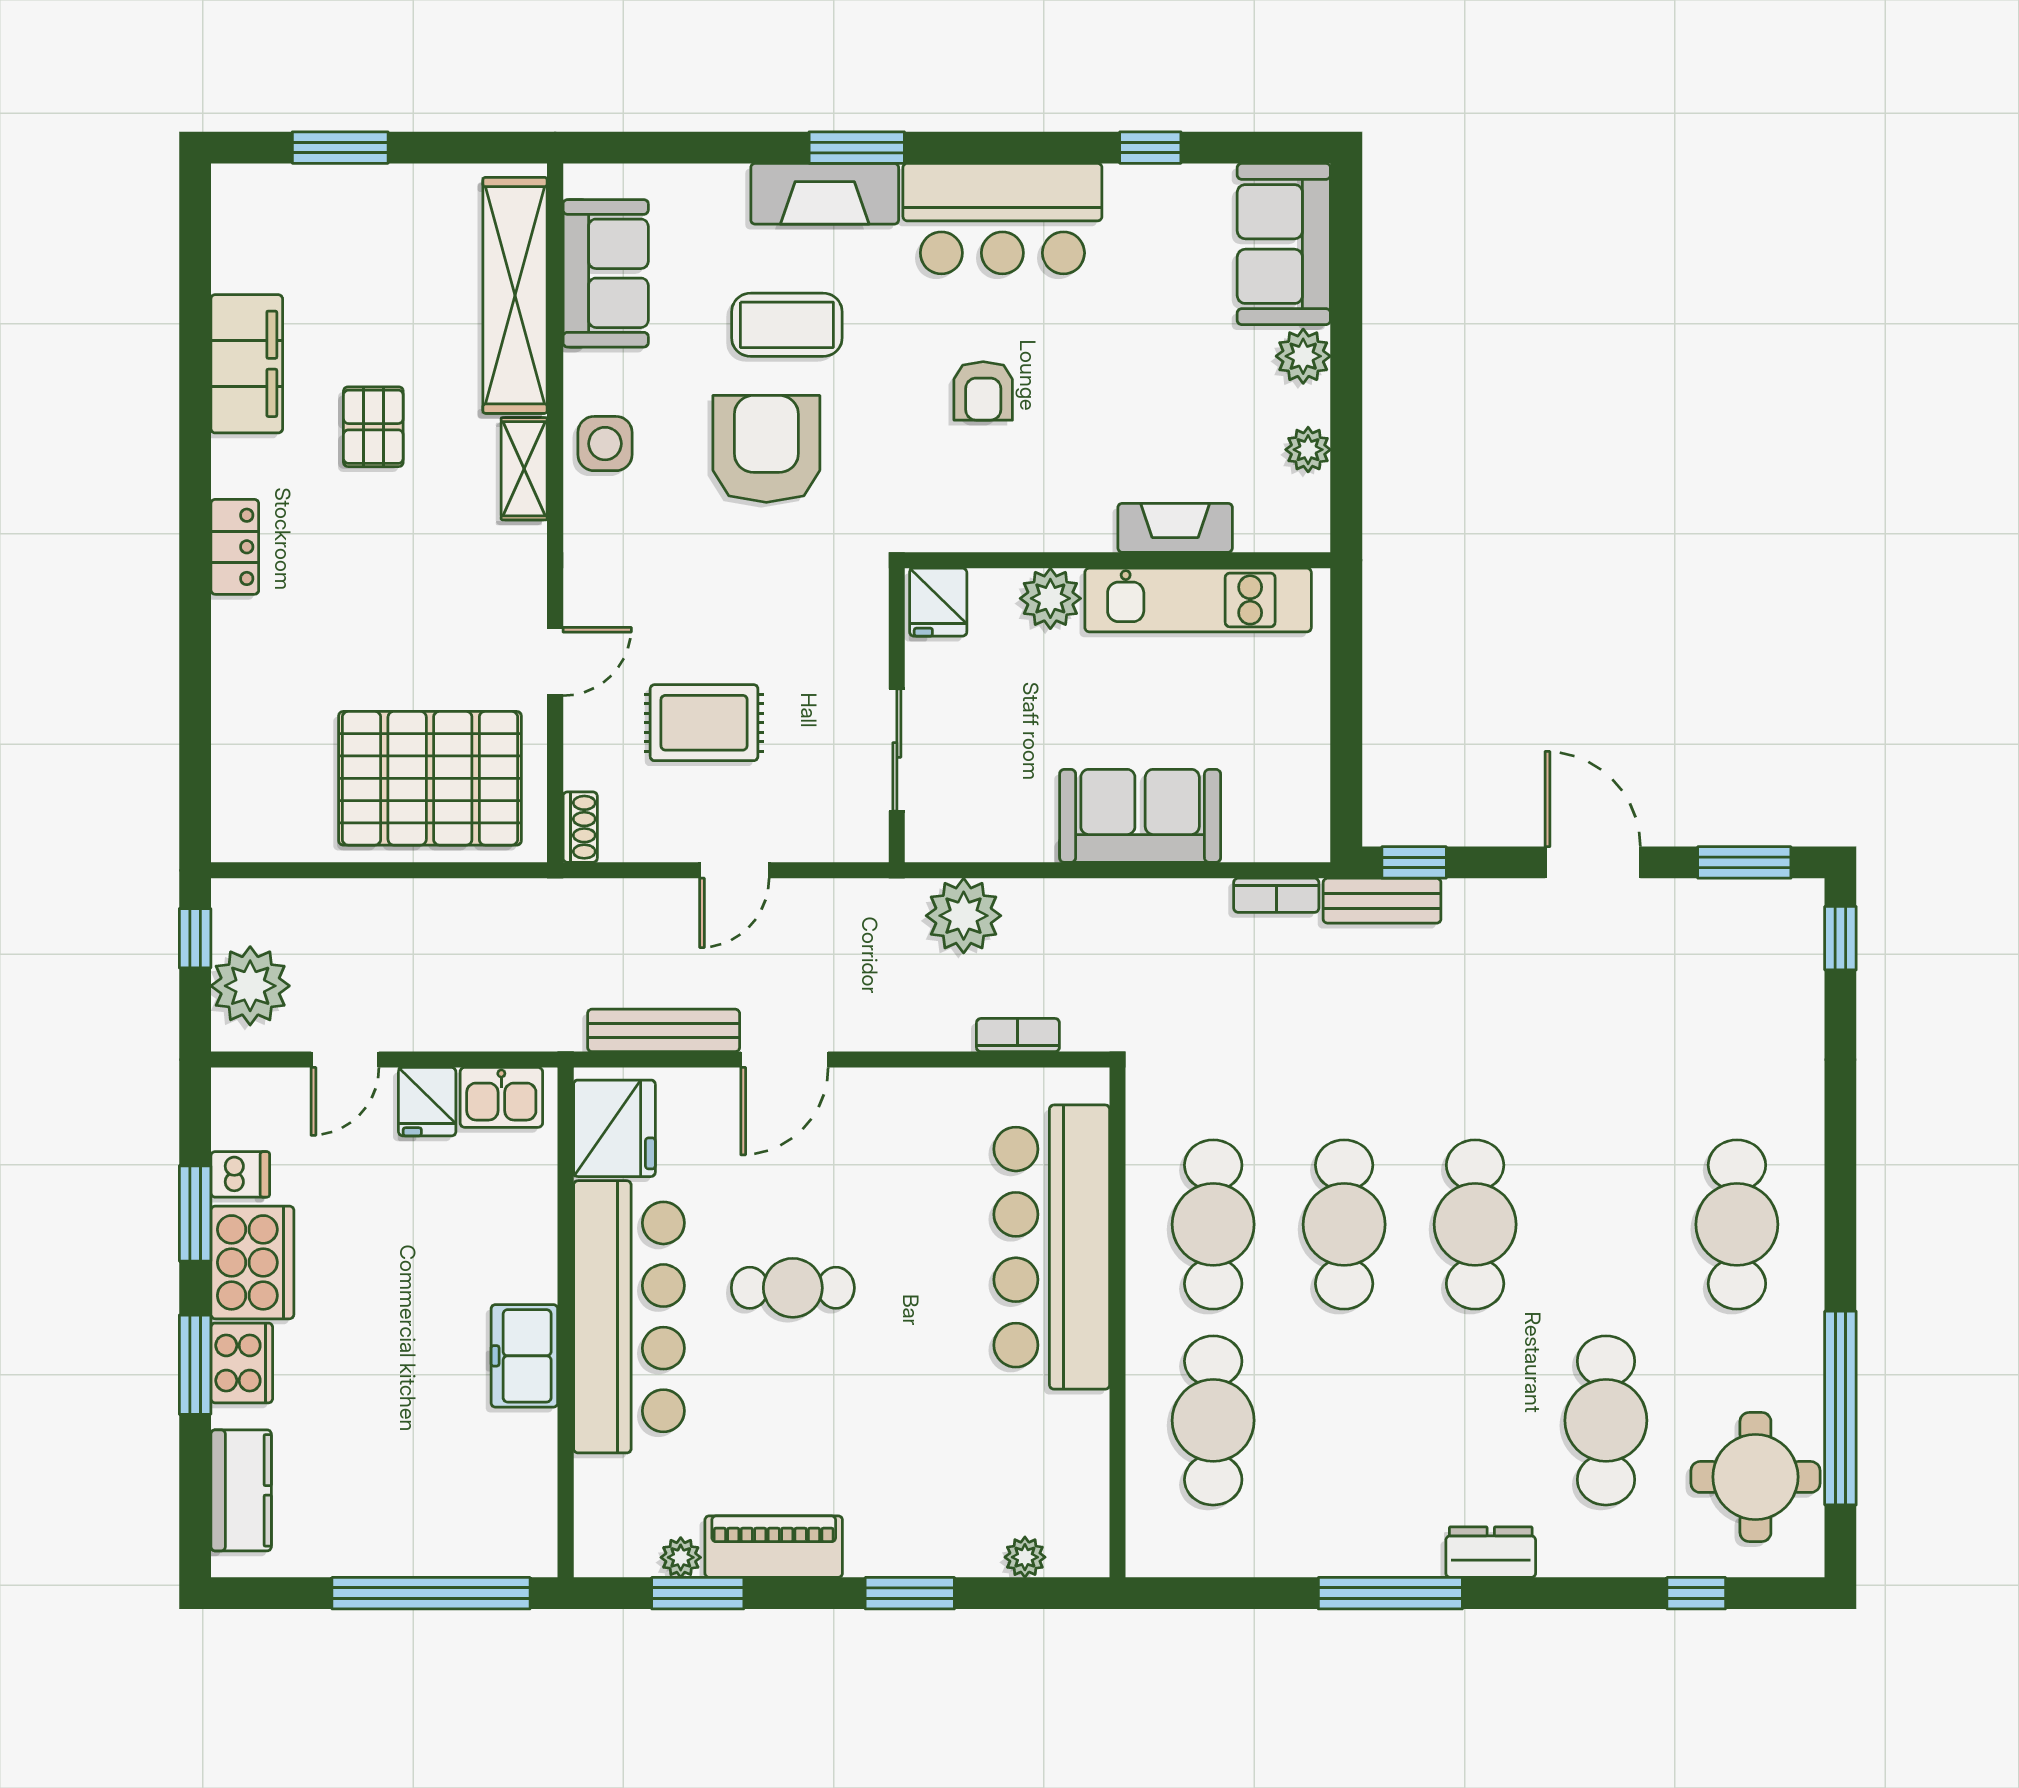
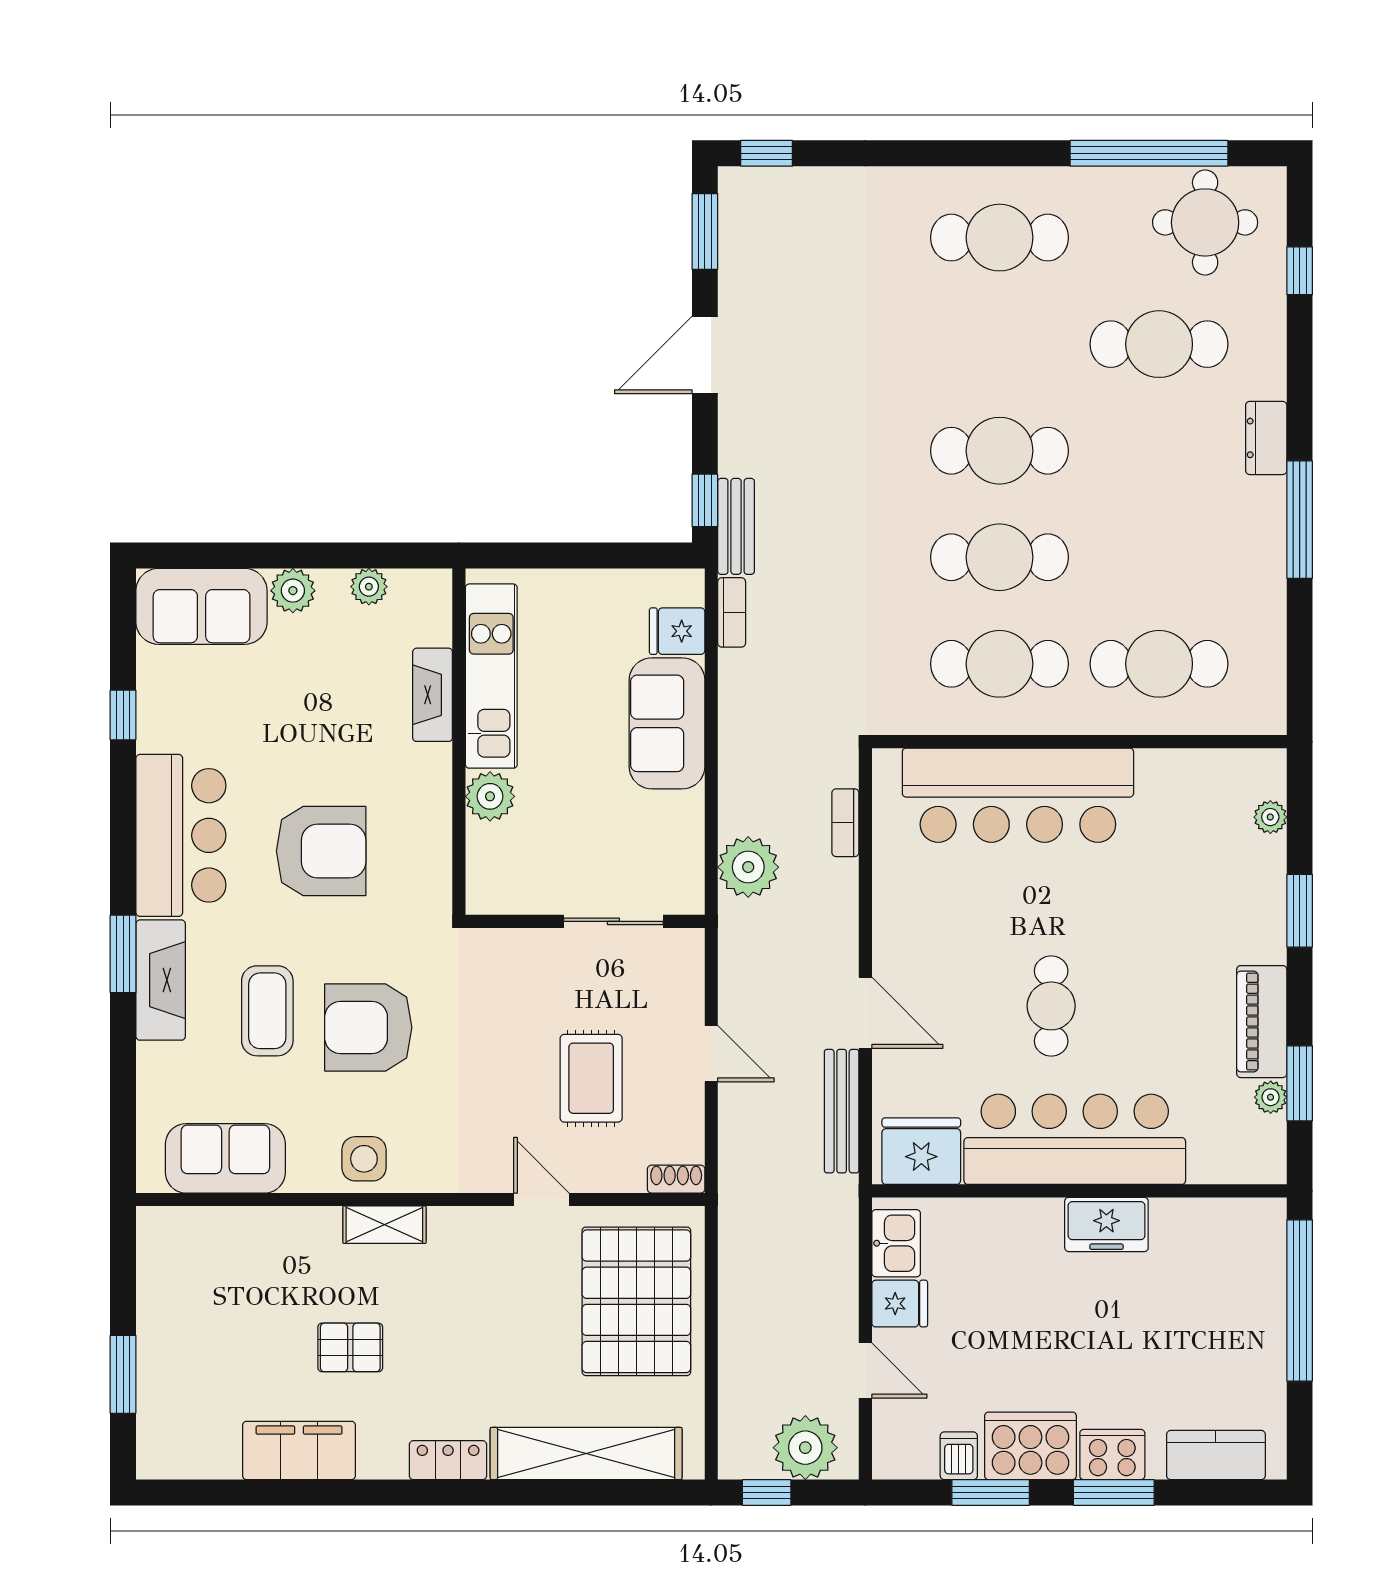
shelving: (515, 295) -> (586, 1453), moved
armchair: (983, 391) -> (321, 851), width x1.88, depth x1.88
fridge: (938, 602) -> (677, 631), moved, turned 180

